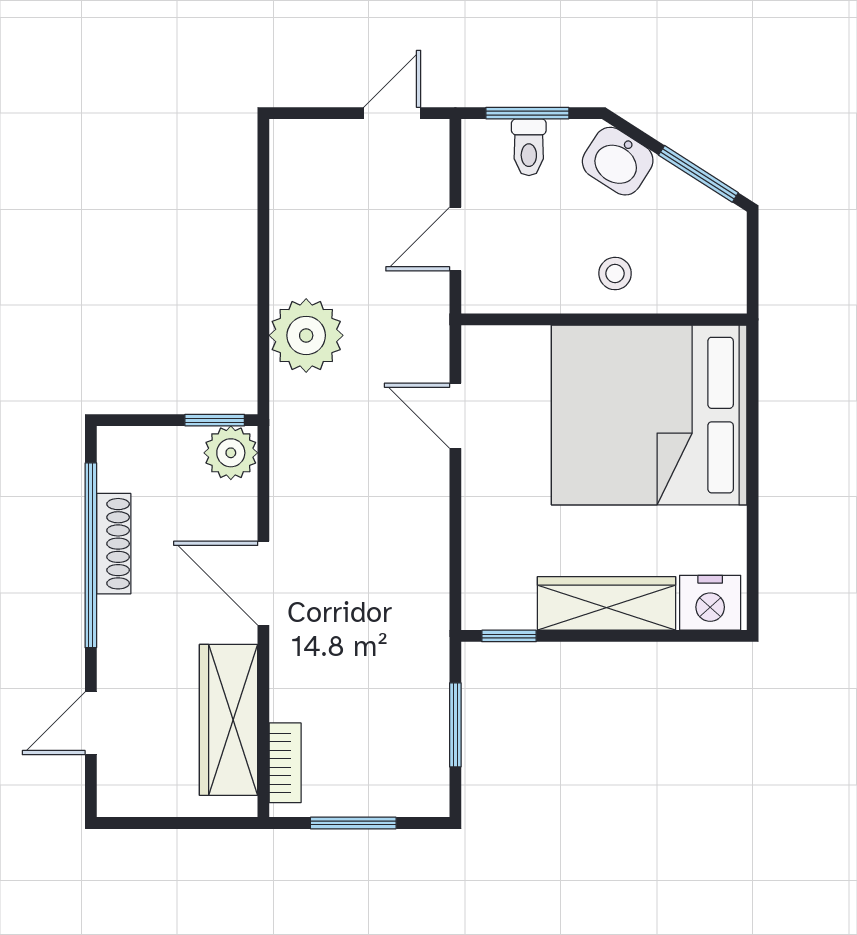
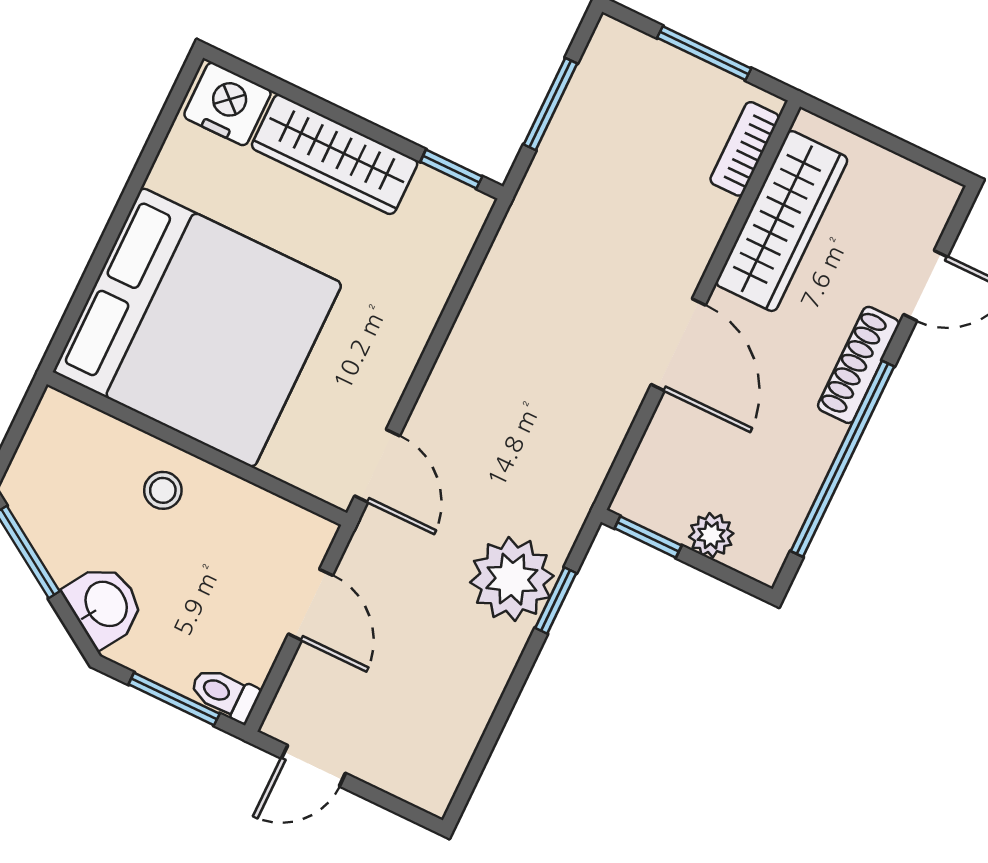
toilet: (529, 147) -> (225, 694), moved, turned -90
door: (455, 239) -> (311, 605), hinge flipped
window: (263, 335) -> (556, 600), added
door: (455, 416) -> (377, 466), moved
plant: (231, 453) -> (711, 535), moved, width x0.73, depth x0.73
shoe rack: (114, 544) -> (859, 365), moved

